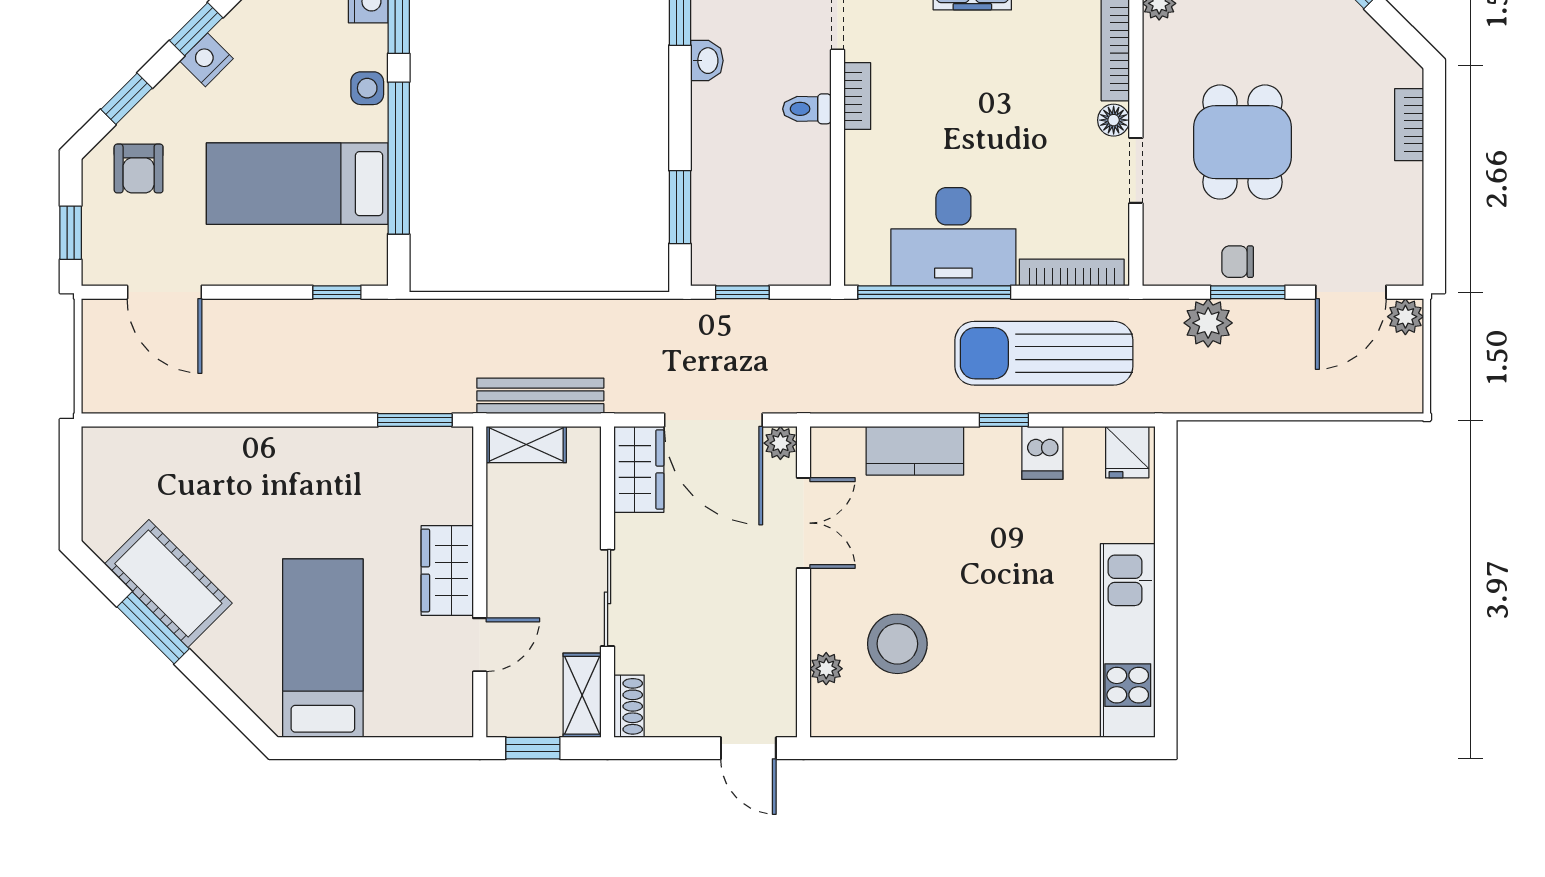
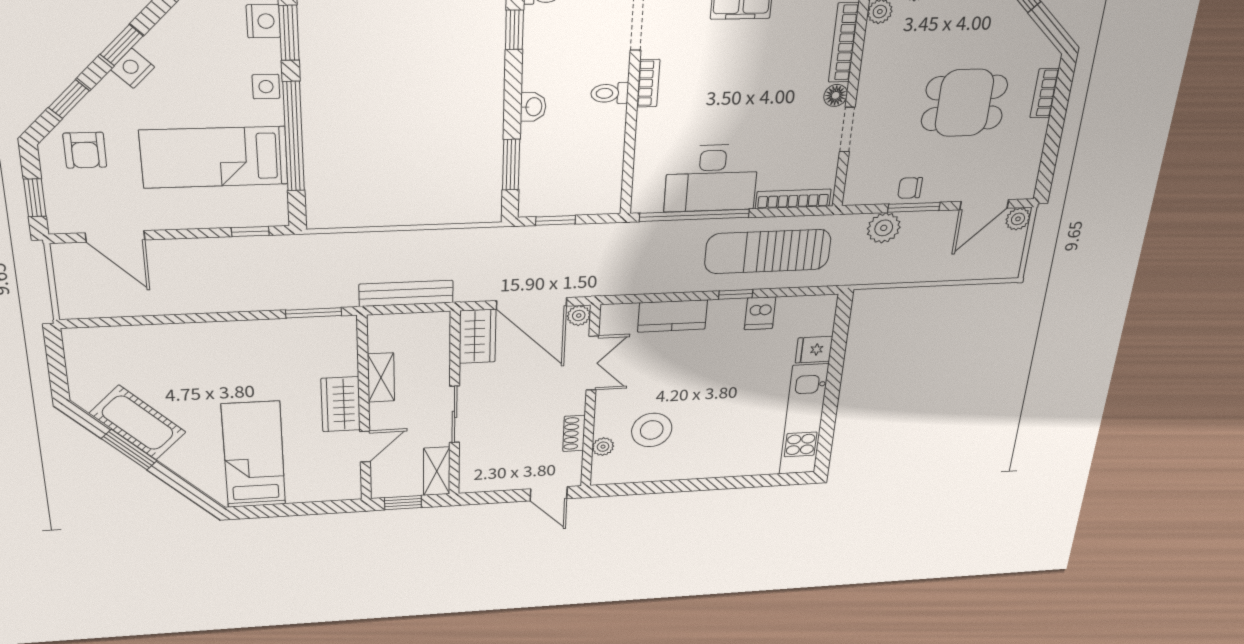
washbasin: (707, 61) -> (533, 107), moved
dining table: (1242, 142) -> (964, 103), moved, turned 90
shelving: (526, 444) -> (381, 378), moved, turned 90
fridge: (1127, 452) -> (814, 350), moved, turned 90
shoe rack: (629, 706) -> (574, 433), moved, turned 180

